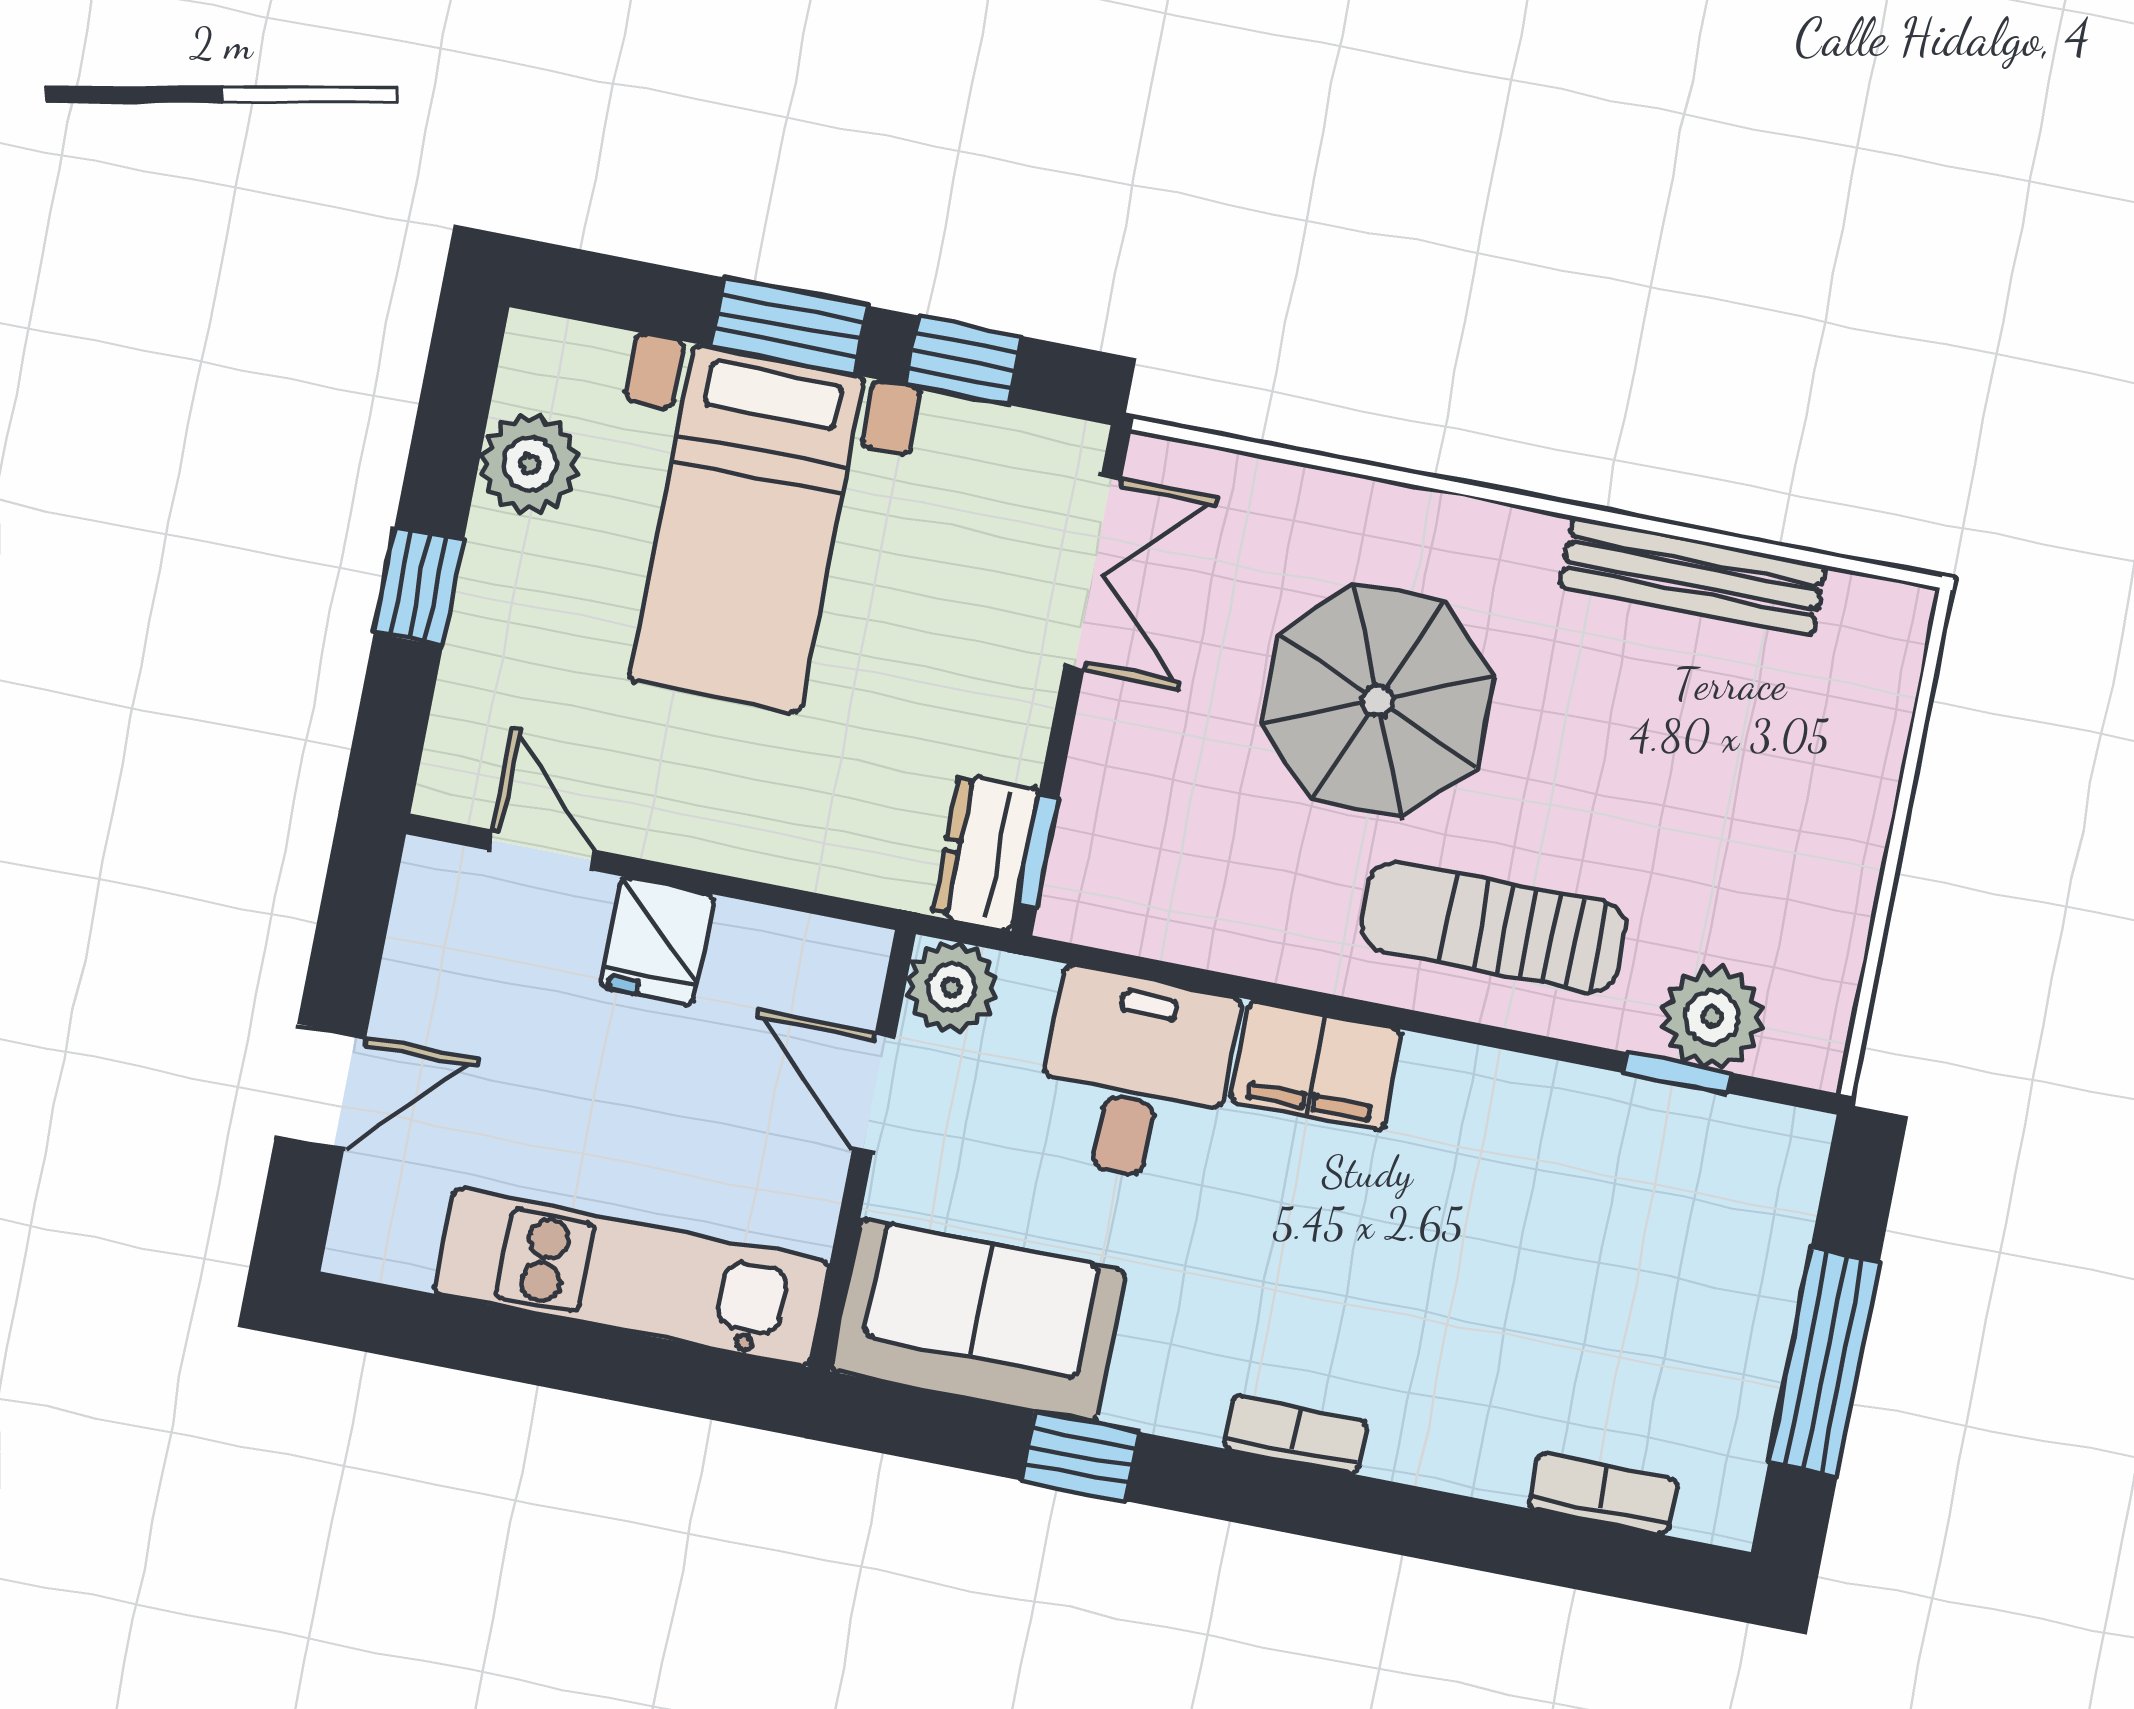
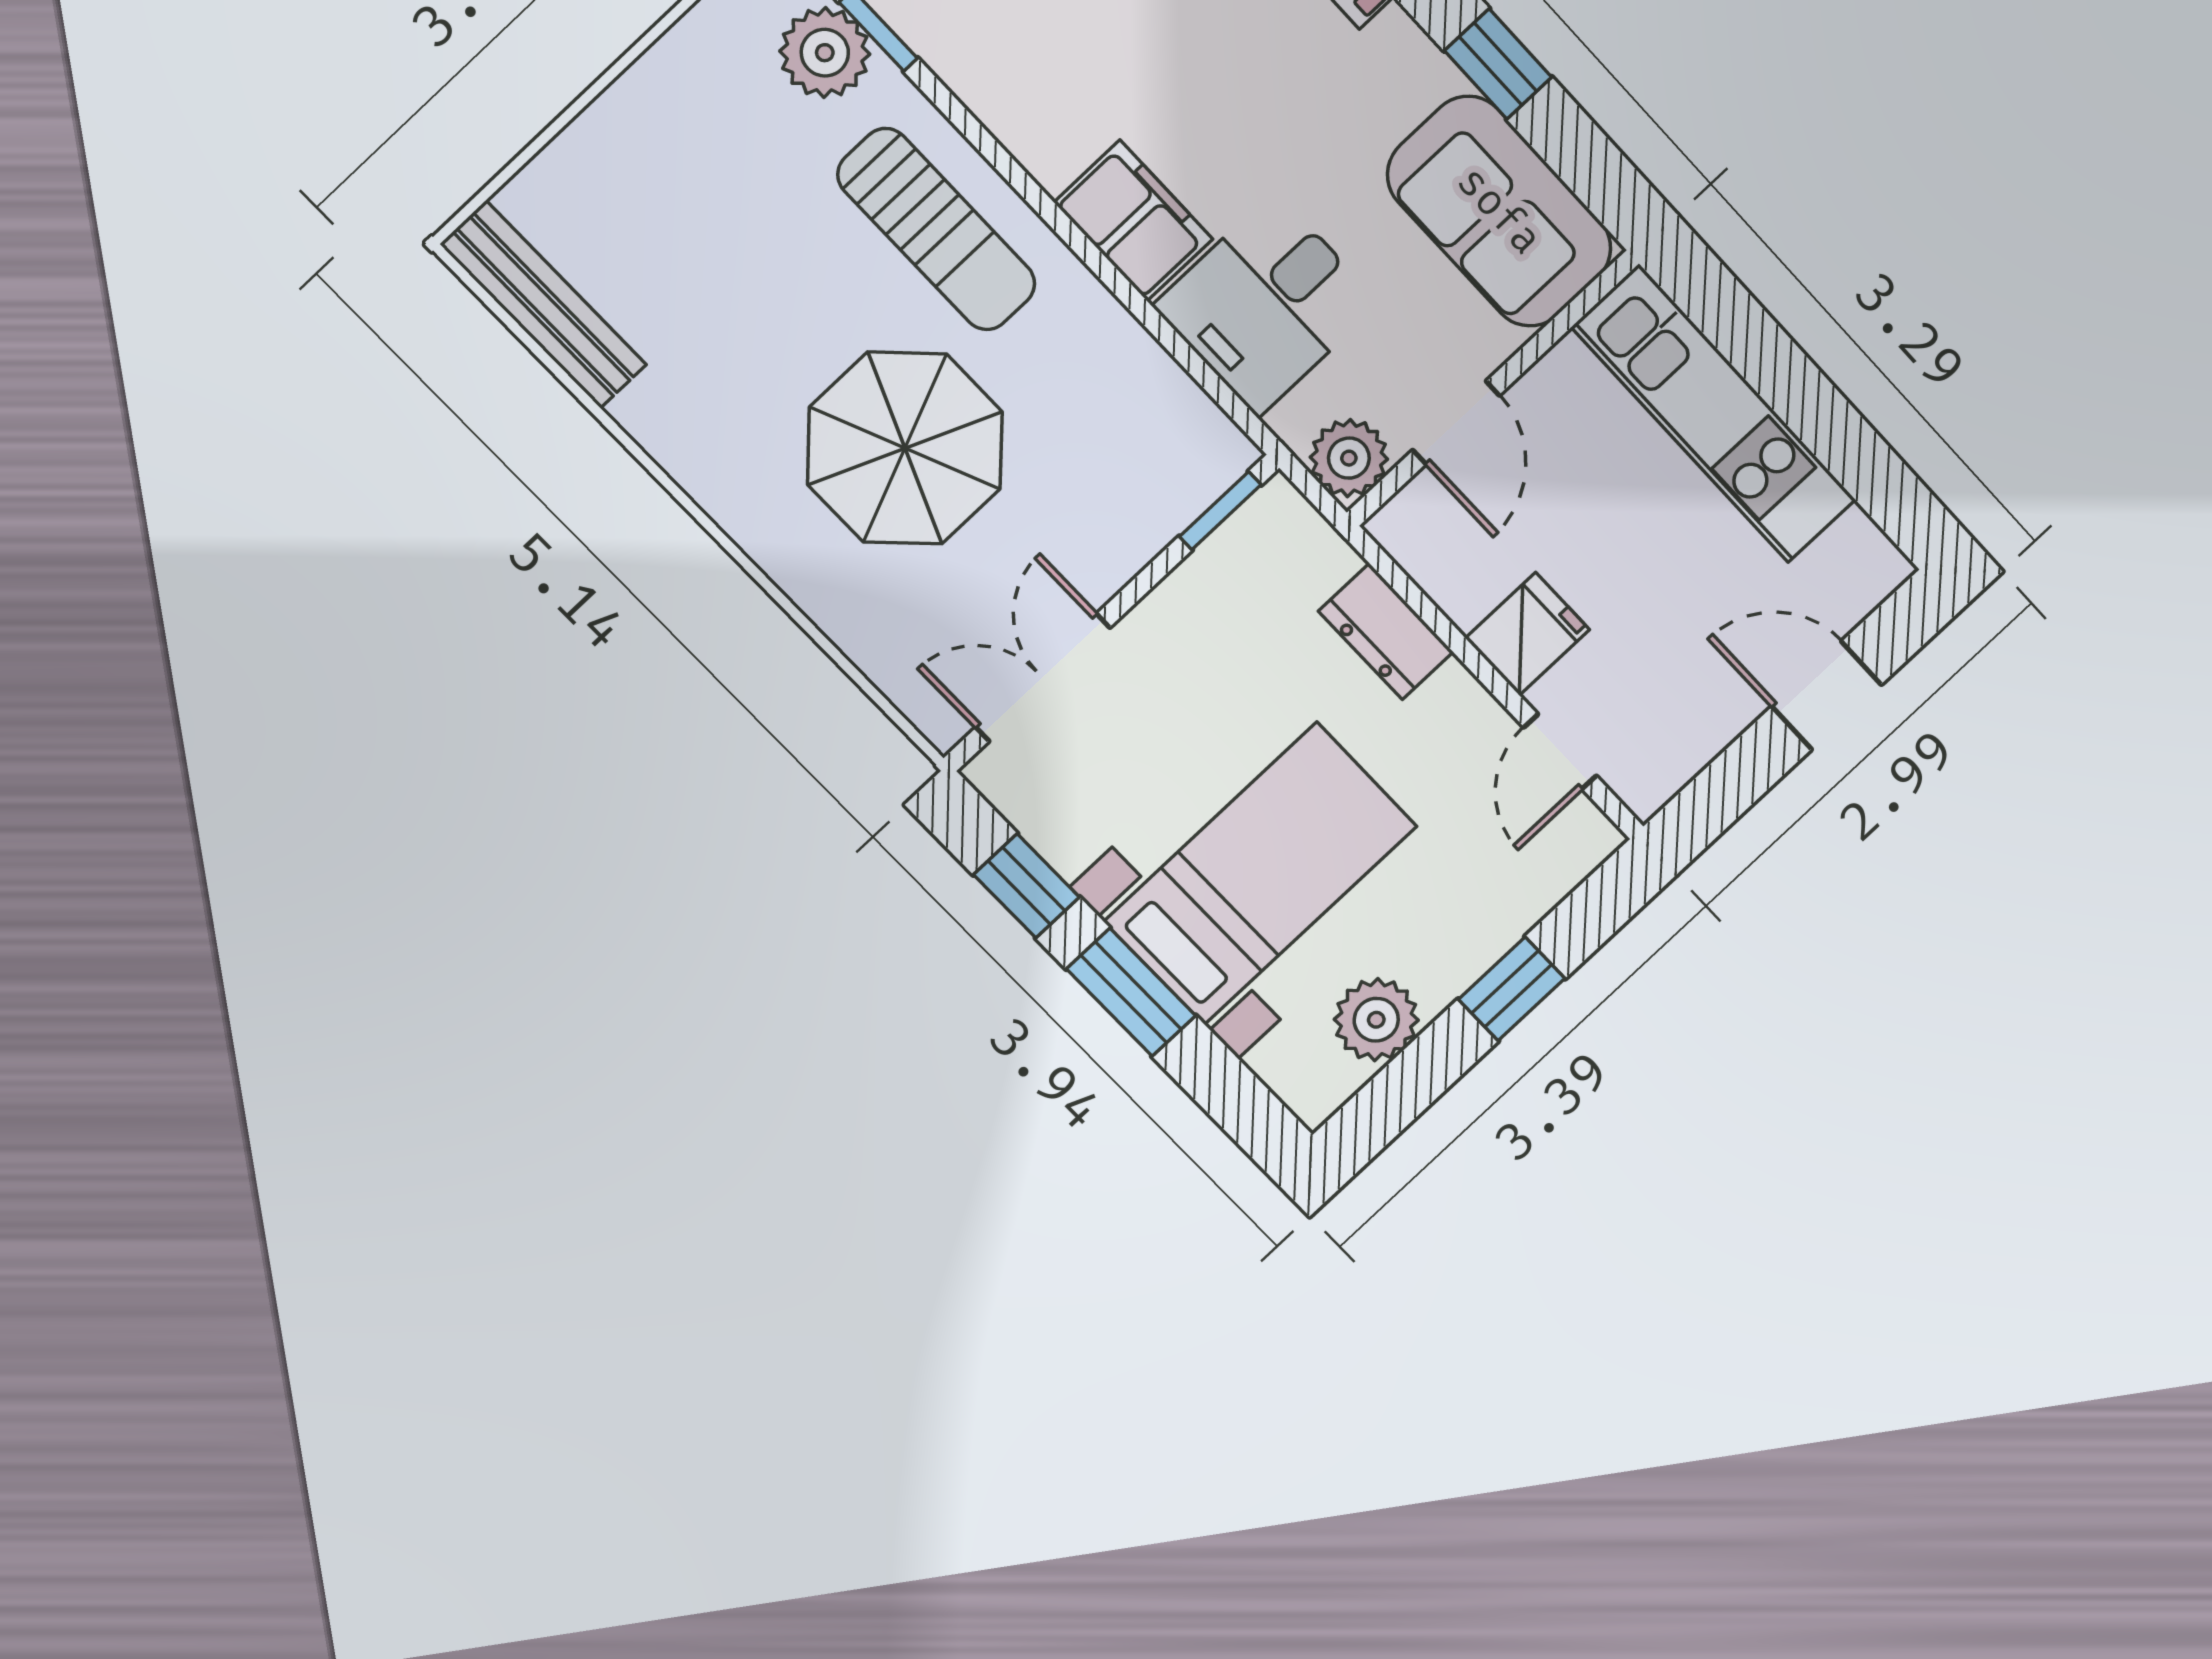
bench: (1693, 576) -> (543, 305), moved
dresser: (985, 852) -> (1386, 632), moved, turned 90

